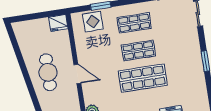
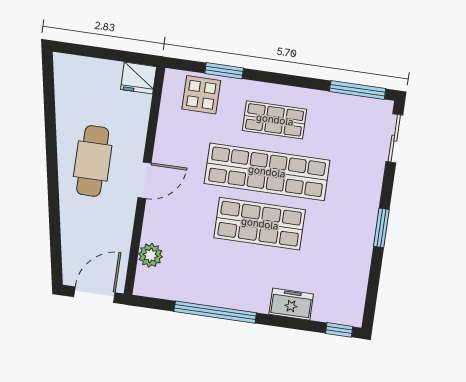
shop shelf: (138, 50) -> (267, 172), width x2.00, depth x1.36
door: (77, 74) -> (145, 180), hinge flipped

